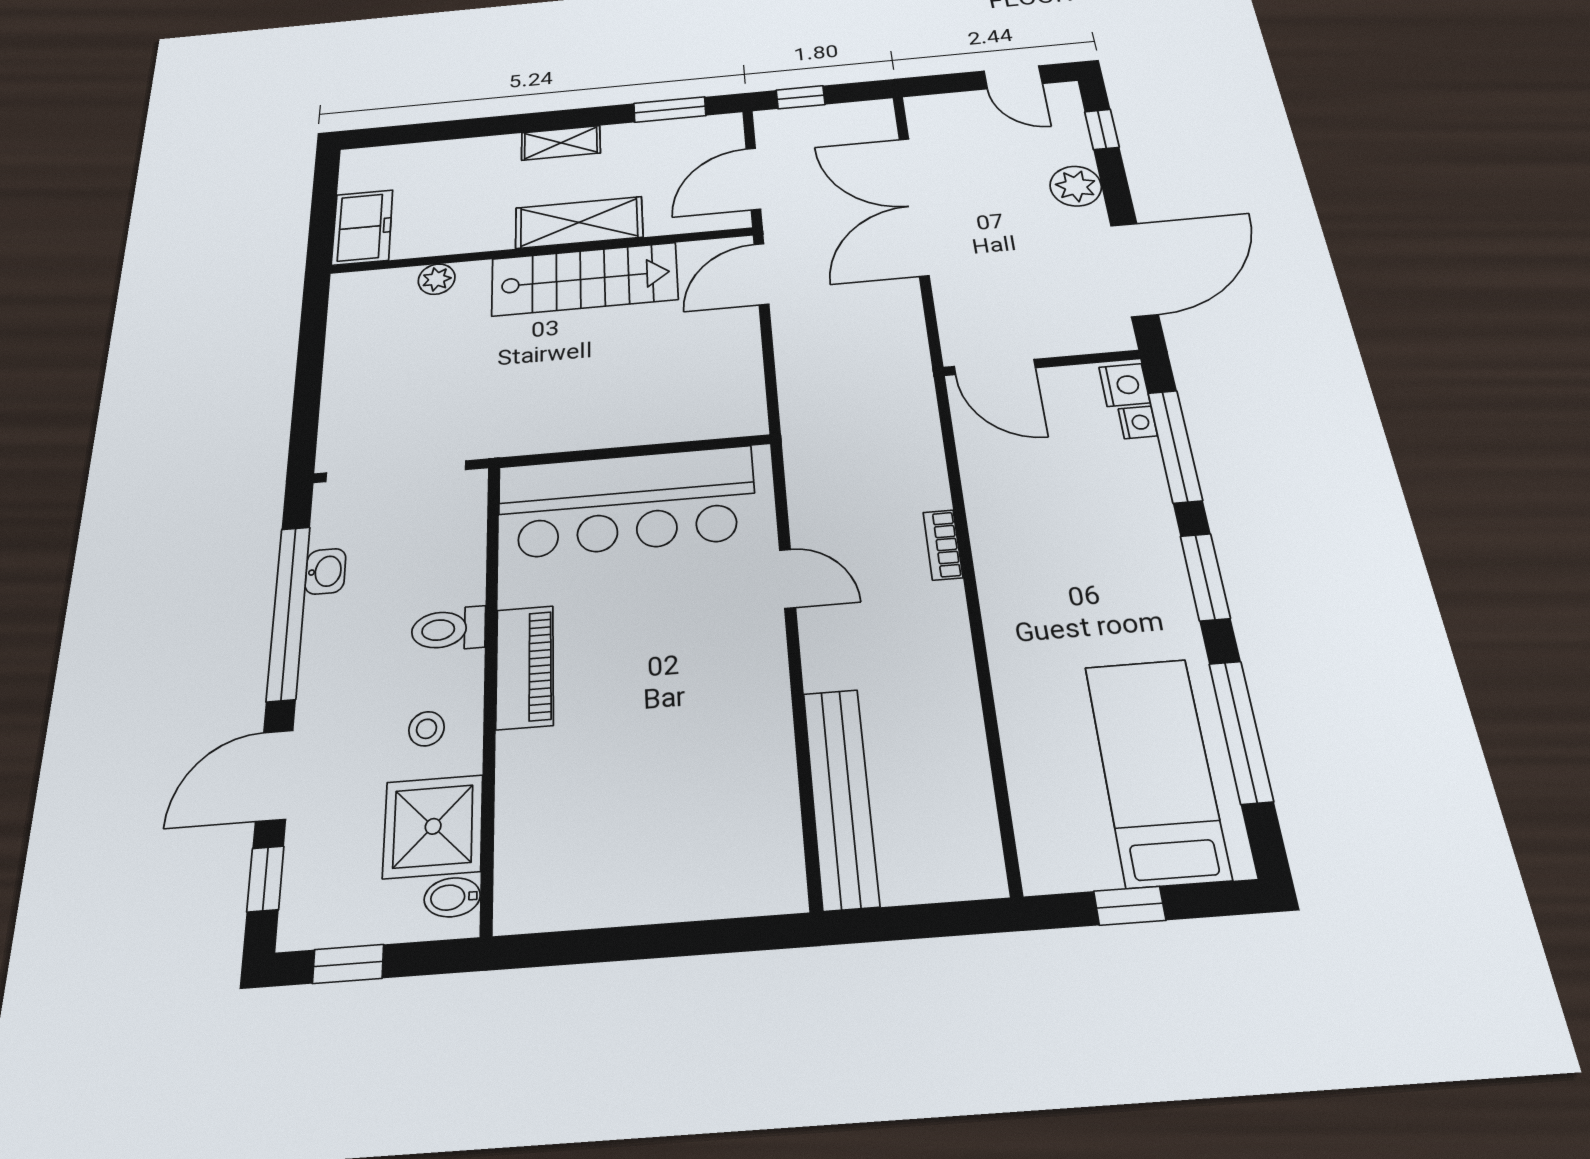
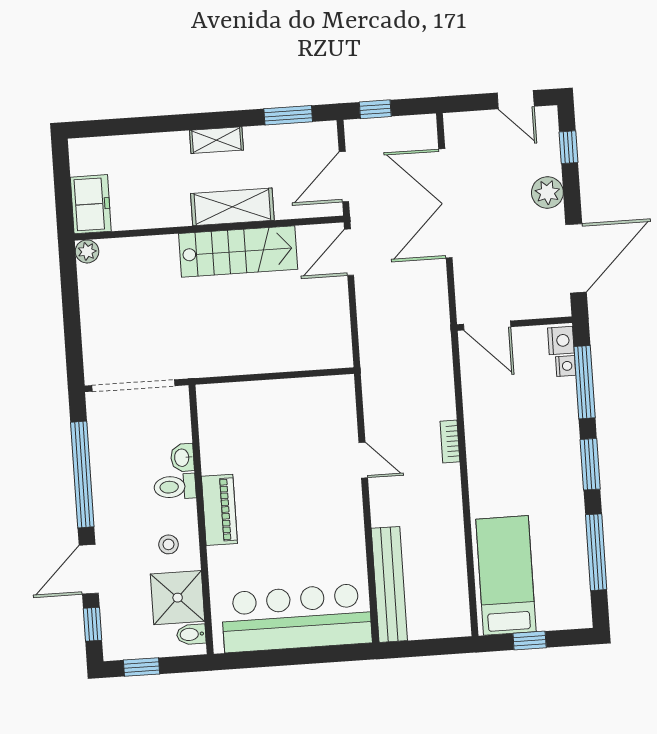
plant: (437, 279) -> (87, 251), moved
bar counter: (626, 502) -> (297, 618), moved, turned 180
washbasin: (325, 571) -> (182, 458), moved, turned 180
bed: (1156, 771) -> (506, 575), moved

